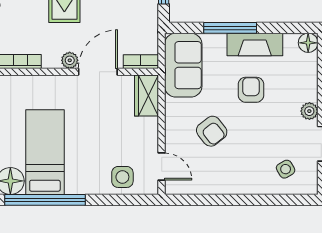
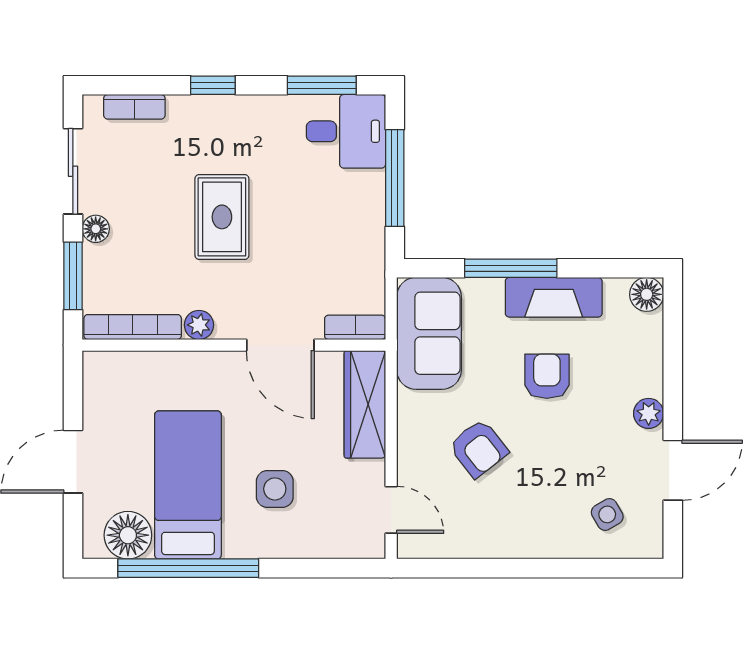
plant: (70, 60) -> (199, 325), moved
door: (98, 72) -> (280, 345), swing flipped
wardrobe: (146, 96) -> (365, 404), width x1.50
side table: (122, 177) -> (275, 489), moved

